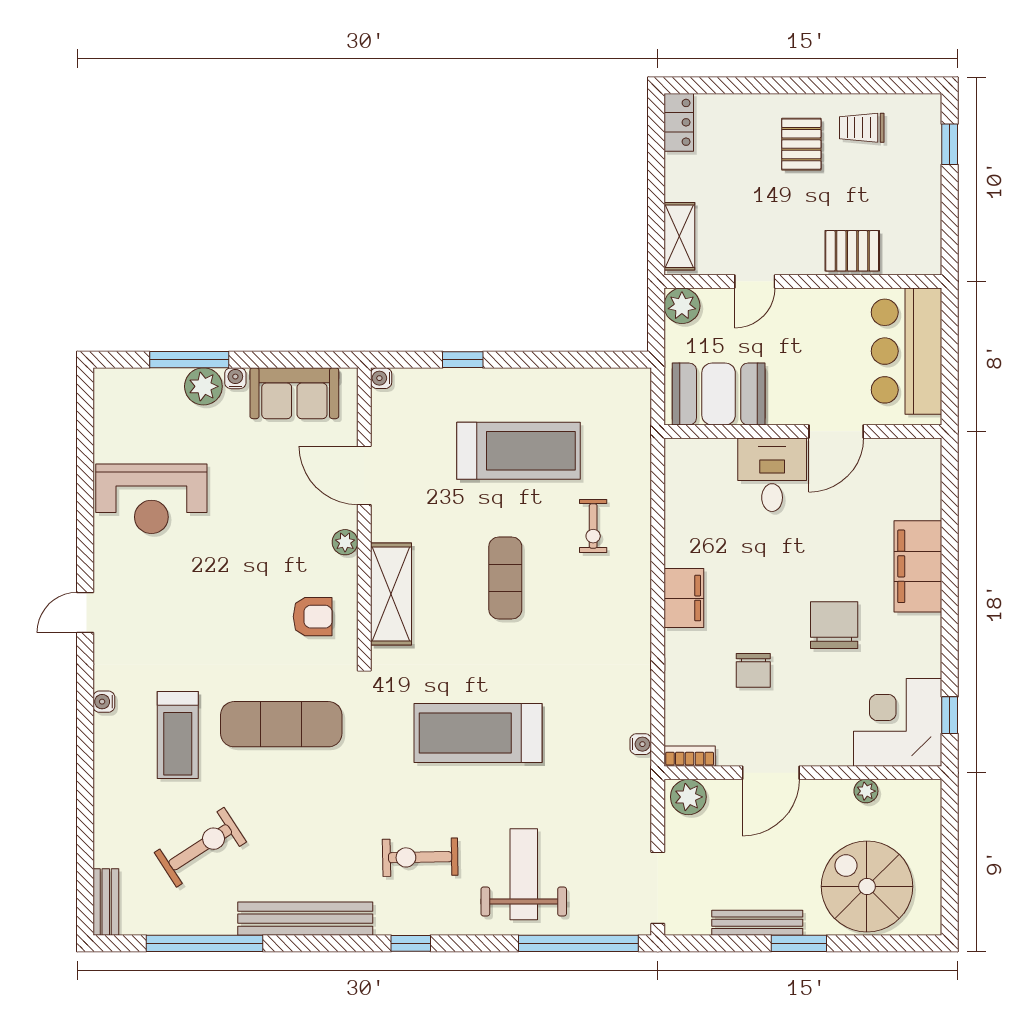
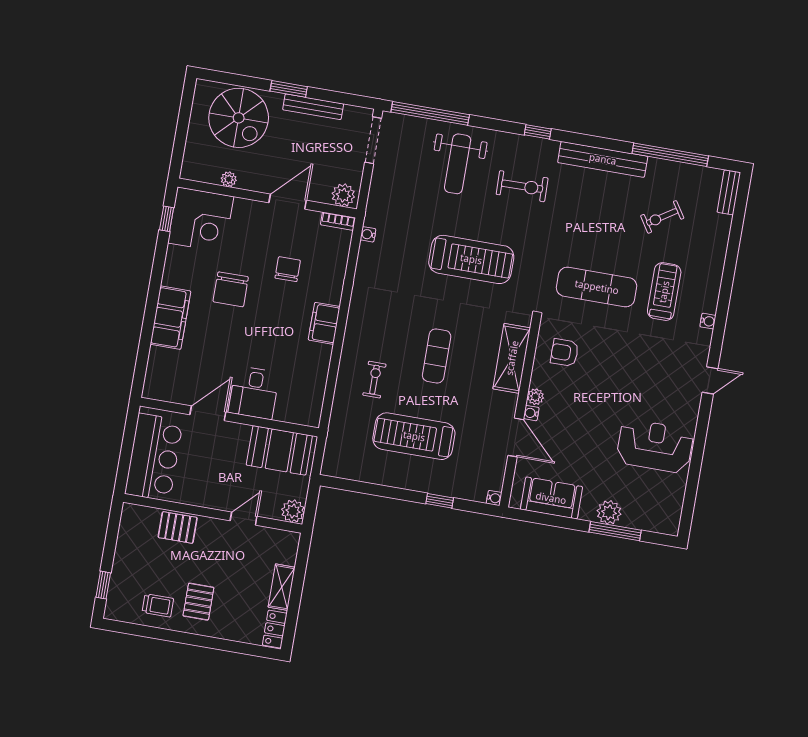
shelving: (679, 236) -> (282, 587), moved
water cooler: (235, 378) -> (531, 413), moved, turned 90
exercise bike: (200, 847) -> (662, 217), width x0.73, depth x0.72

